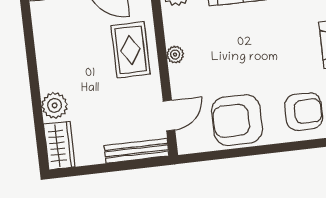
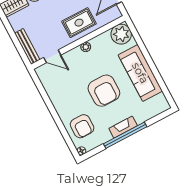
armchair: (237, 120) -> (104, 91), moved, turned 180

